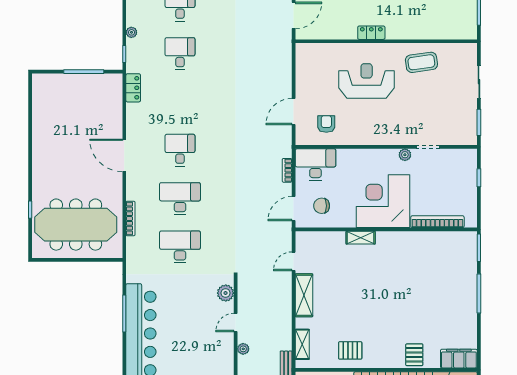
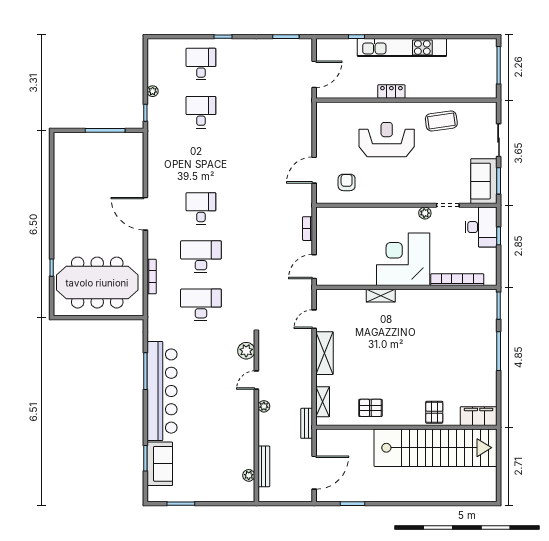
locker: (133, 88) -> (154, 146), removed
sofa: (464, 123) -> (484, 181), added
desk: (315, 164) -> (481, 227), moved, turned 90
chair: (322, 206) -> (342, 264), removed

